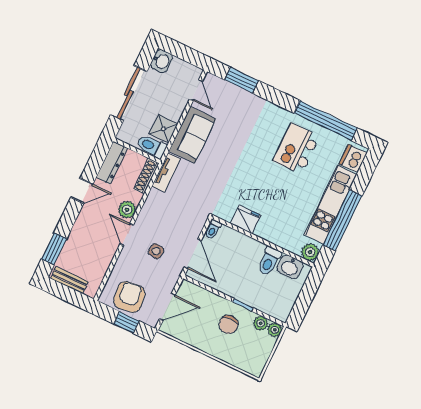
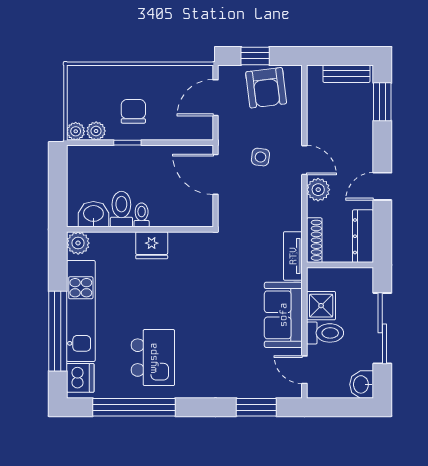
toilet: (152, 146) -> (325, 333), moved
fridge: (246, 219) -> (152, 245), moved
window: (342, 220) -> (58, 331), moved
toilet: (213, 229) -> (142, 215), moved

